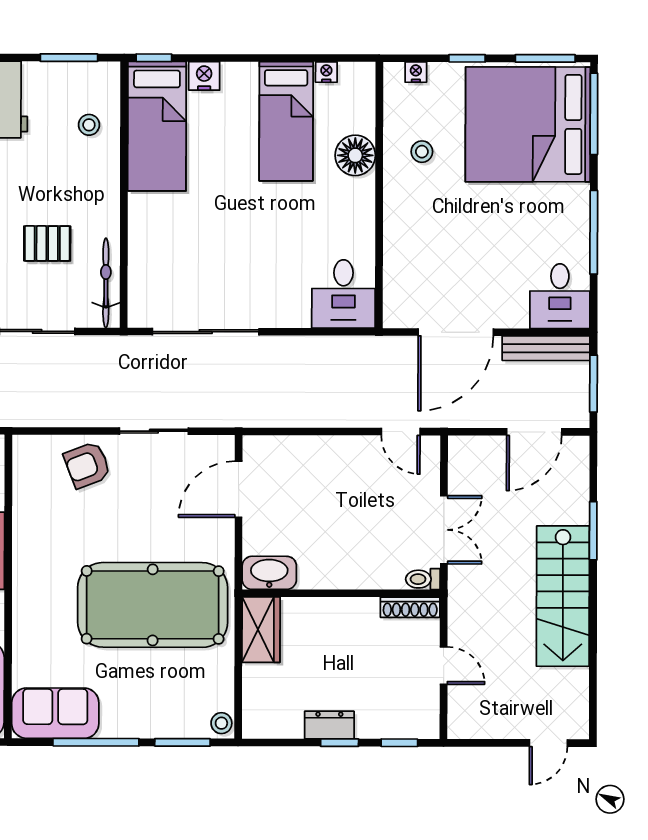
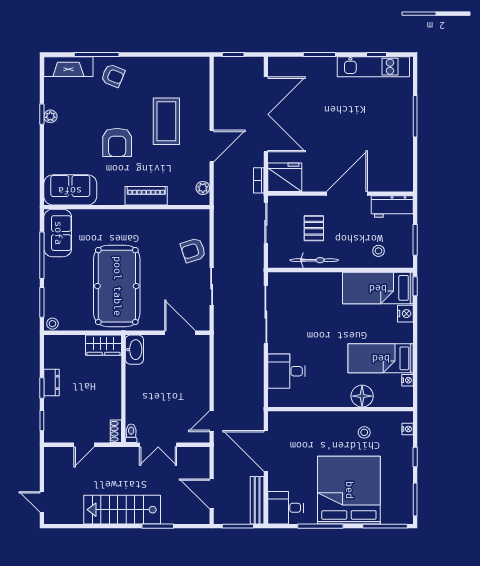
bed: (528, 124) -> (349, 490), moved
bicycle: (106, 283) -> (314, 260), moved
desk: (343, 294) -> (287, 371), moved
armchair: (87, 465) -> (193, 250), turned -87
shoe rack: (410, 607) -> (116, 431), width x0.70

